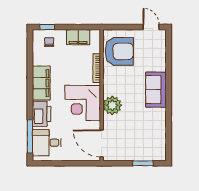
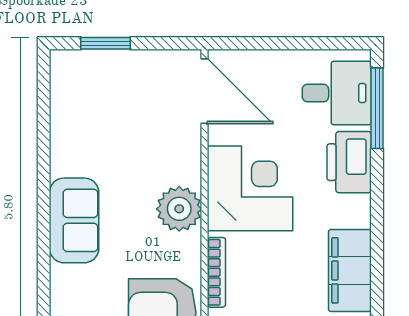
filing cabinet: (41, 83) -> (350, 270), moved
plant: (112, 105) -> (179, 209), moved

